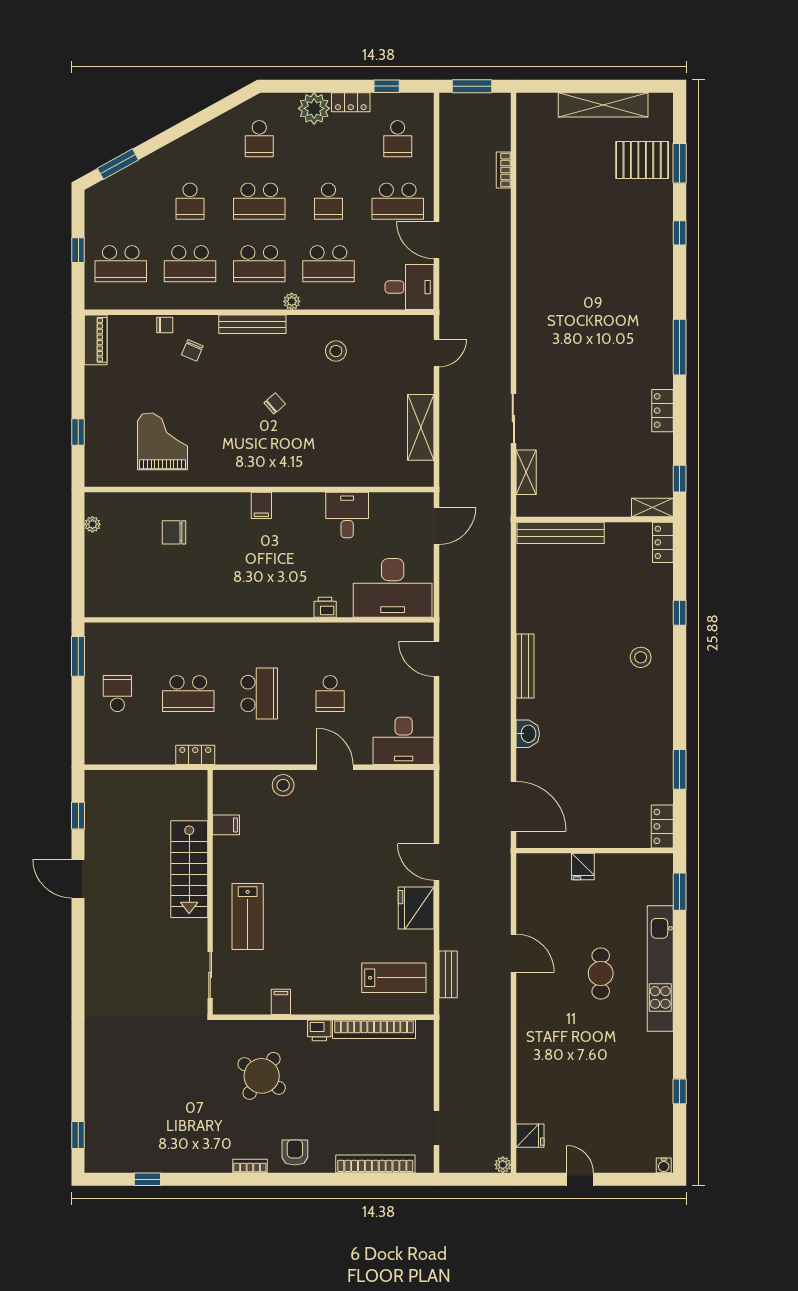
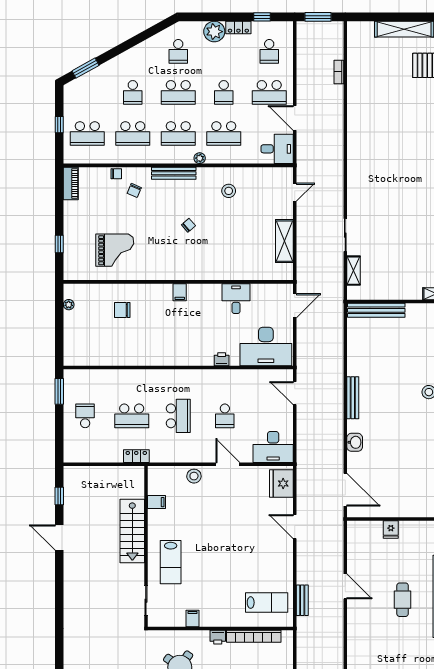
grand piano: (163, 441) -> (115, 250), turned 90
fridge: (416, 908) -> (281, 483), moved

